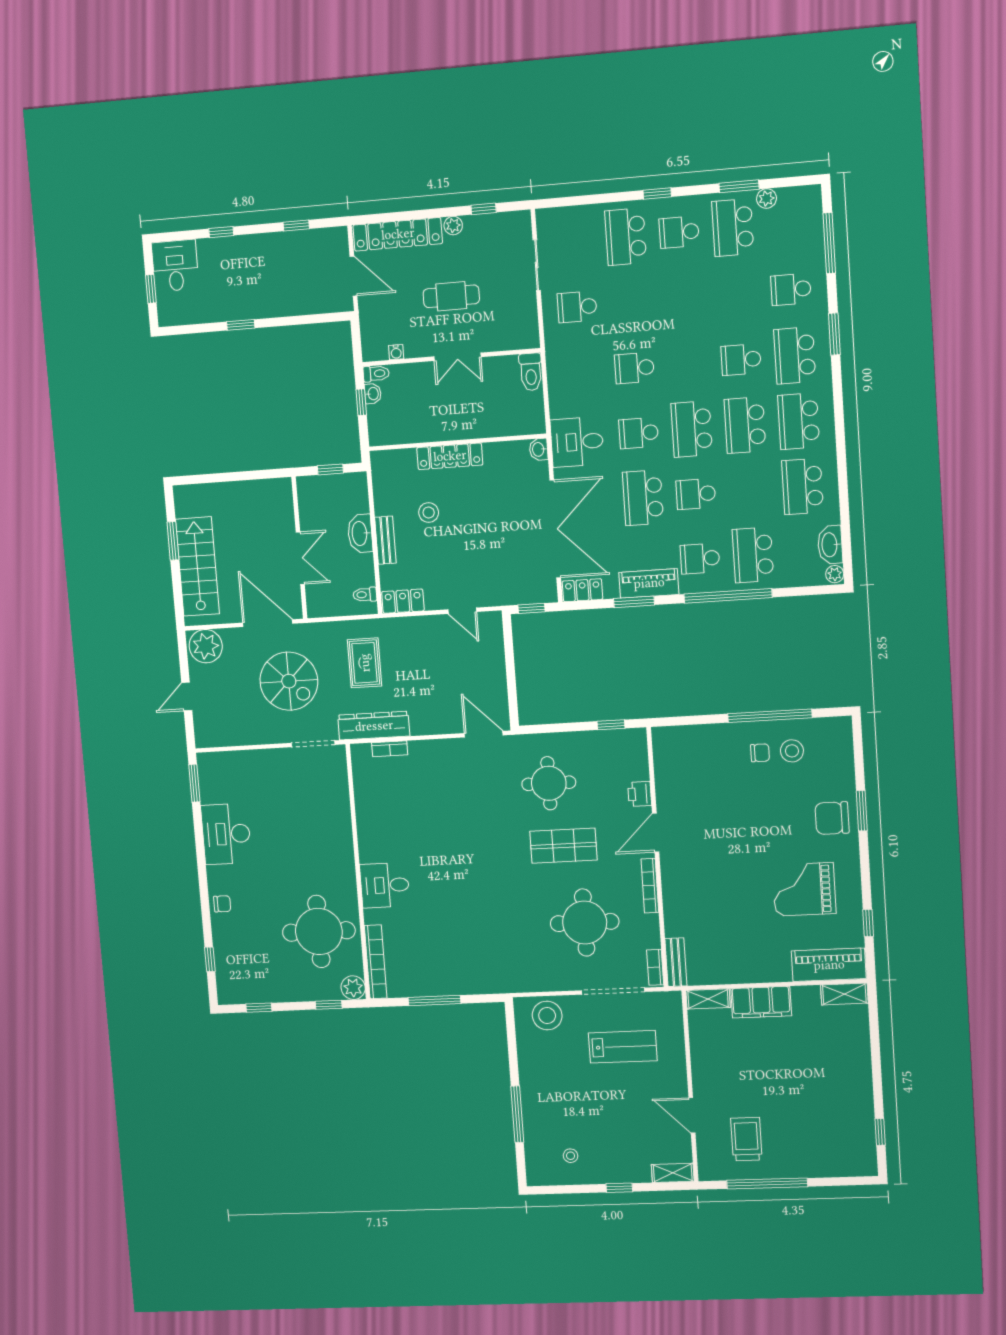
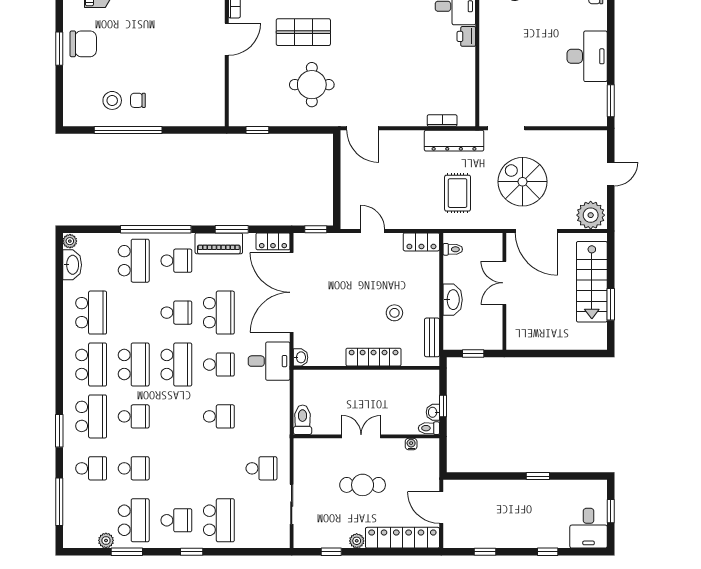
school desk: (737, 294) -> (134, 468), added
bench: (385, 540) -> (432, 337), moved
printer: (640, 794) -> (466, 36), moved, turned 180

